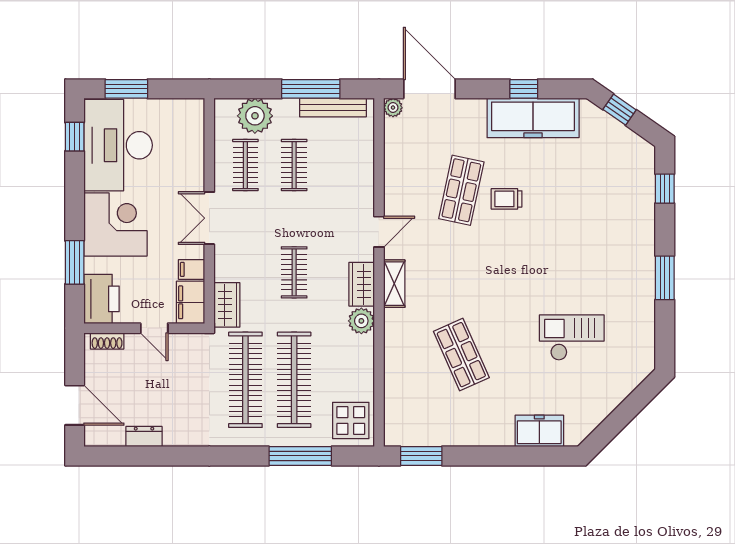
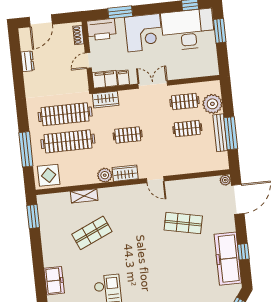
bench: (333, 107) -> (220, 133), moved
trolley: (507, 199) -> (181, 249), removed
shelving: (394, 284) -> (84, 196), moved

